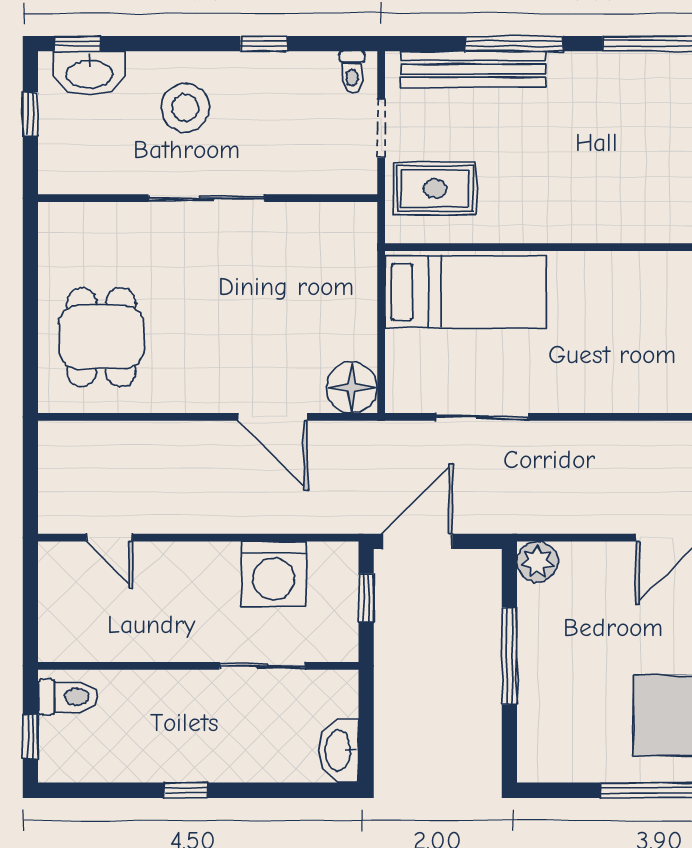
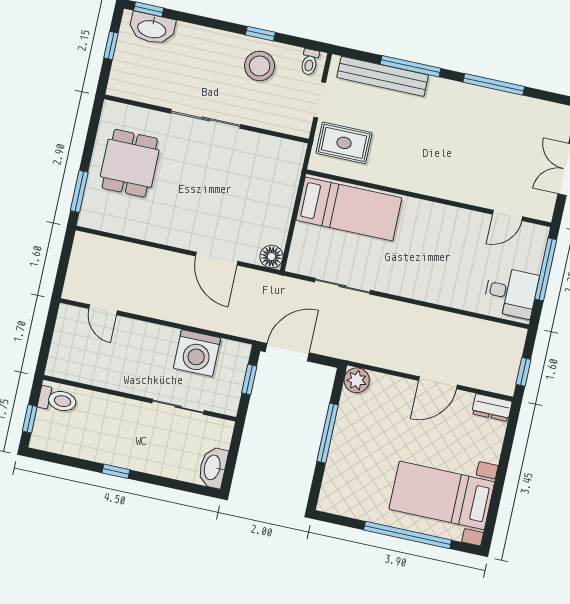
stool: (185, 108) -> (260, 66), moved
dining table: (101, 337) -> (130, 163), moved
window: (30, 358) -> (79, 191), added
floor lamp: (352, 388) -> (271, 257), width x0.73, depth x0.73

